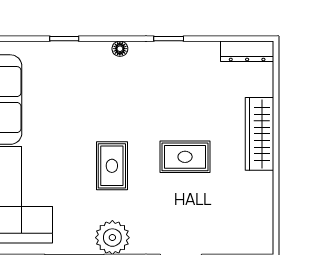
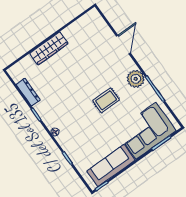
dresser: (247, 51) -> (28, 92), moved
rug: (185, 157) -> (81, 73), removed

